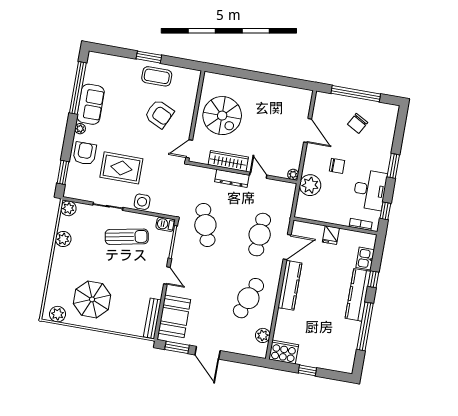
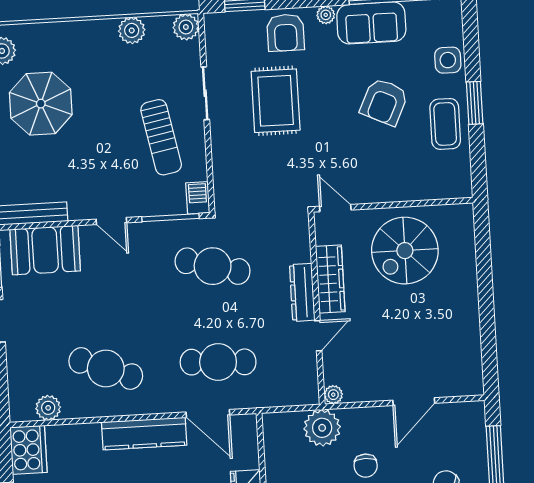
armchair: (159, 114) -> (384, 102), moved
armchair: (85, 153) -> (286, 33), turned 90
side table: (142, 202) -> (448, 60), moved
cafe table: (205, 225) -> (213, 266), turned 33
door: (167, 275) -> (111, 221), hinge flipped

